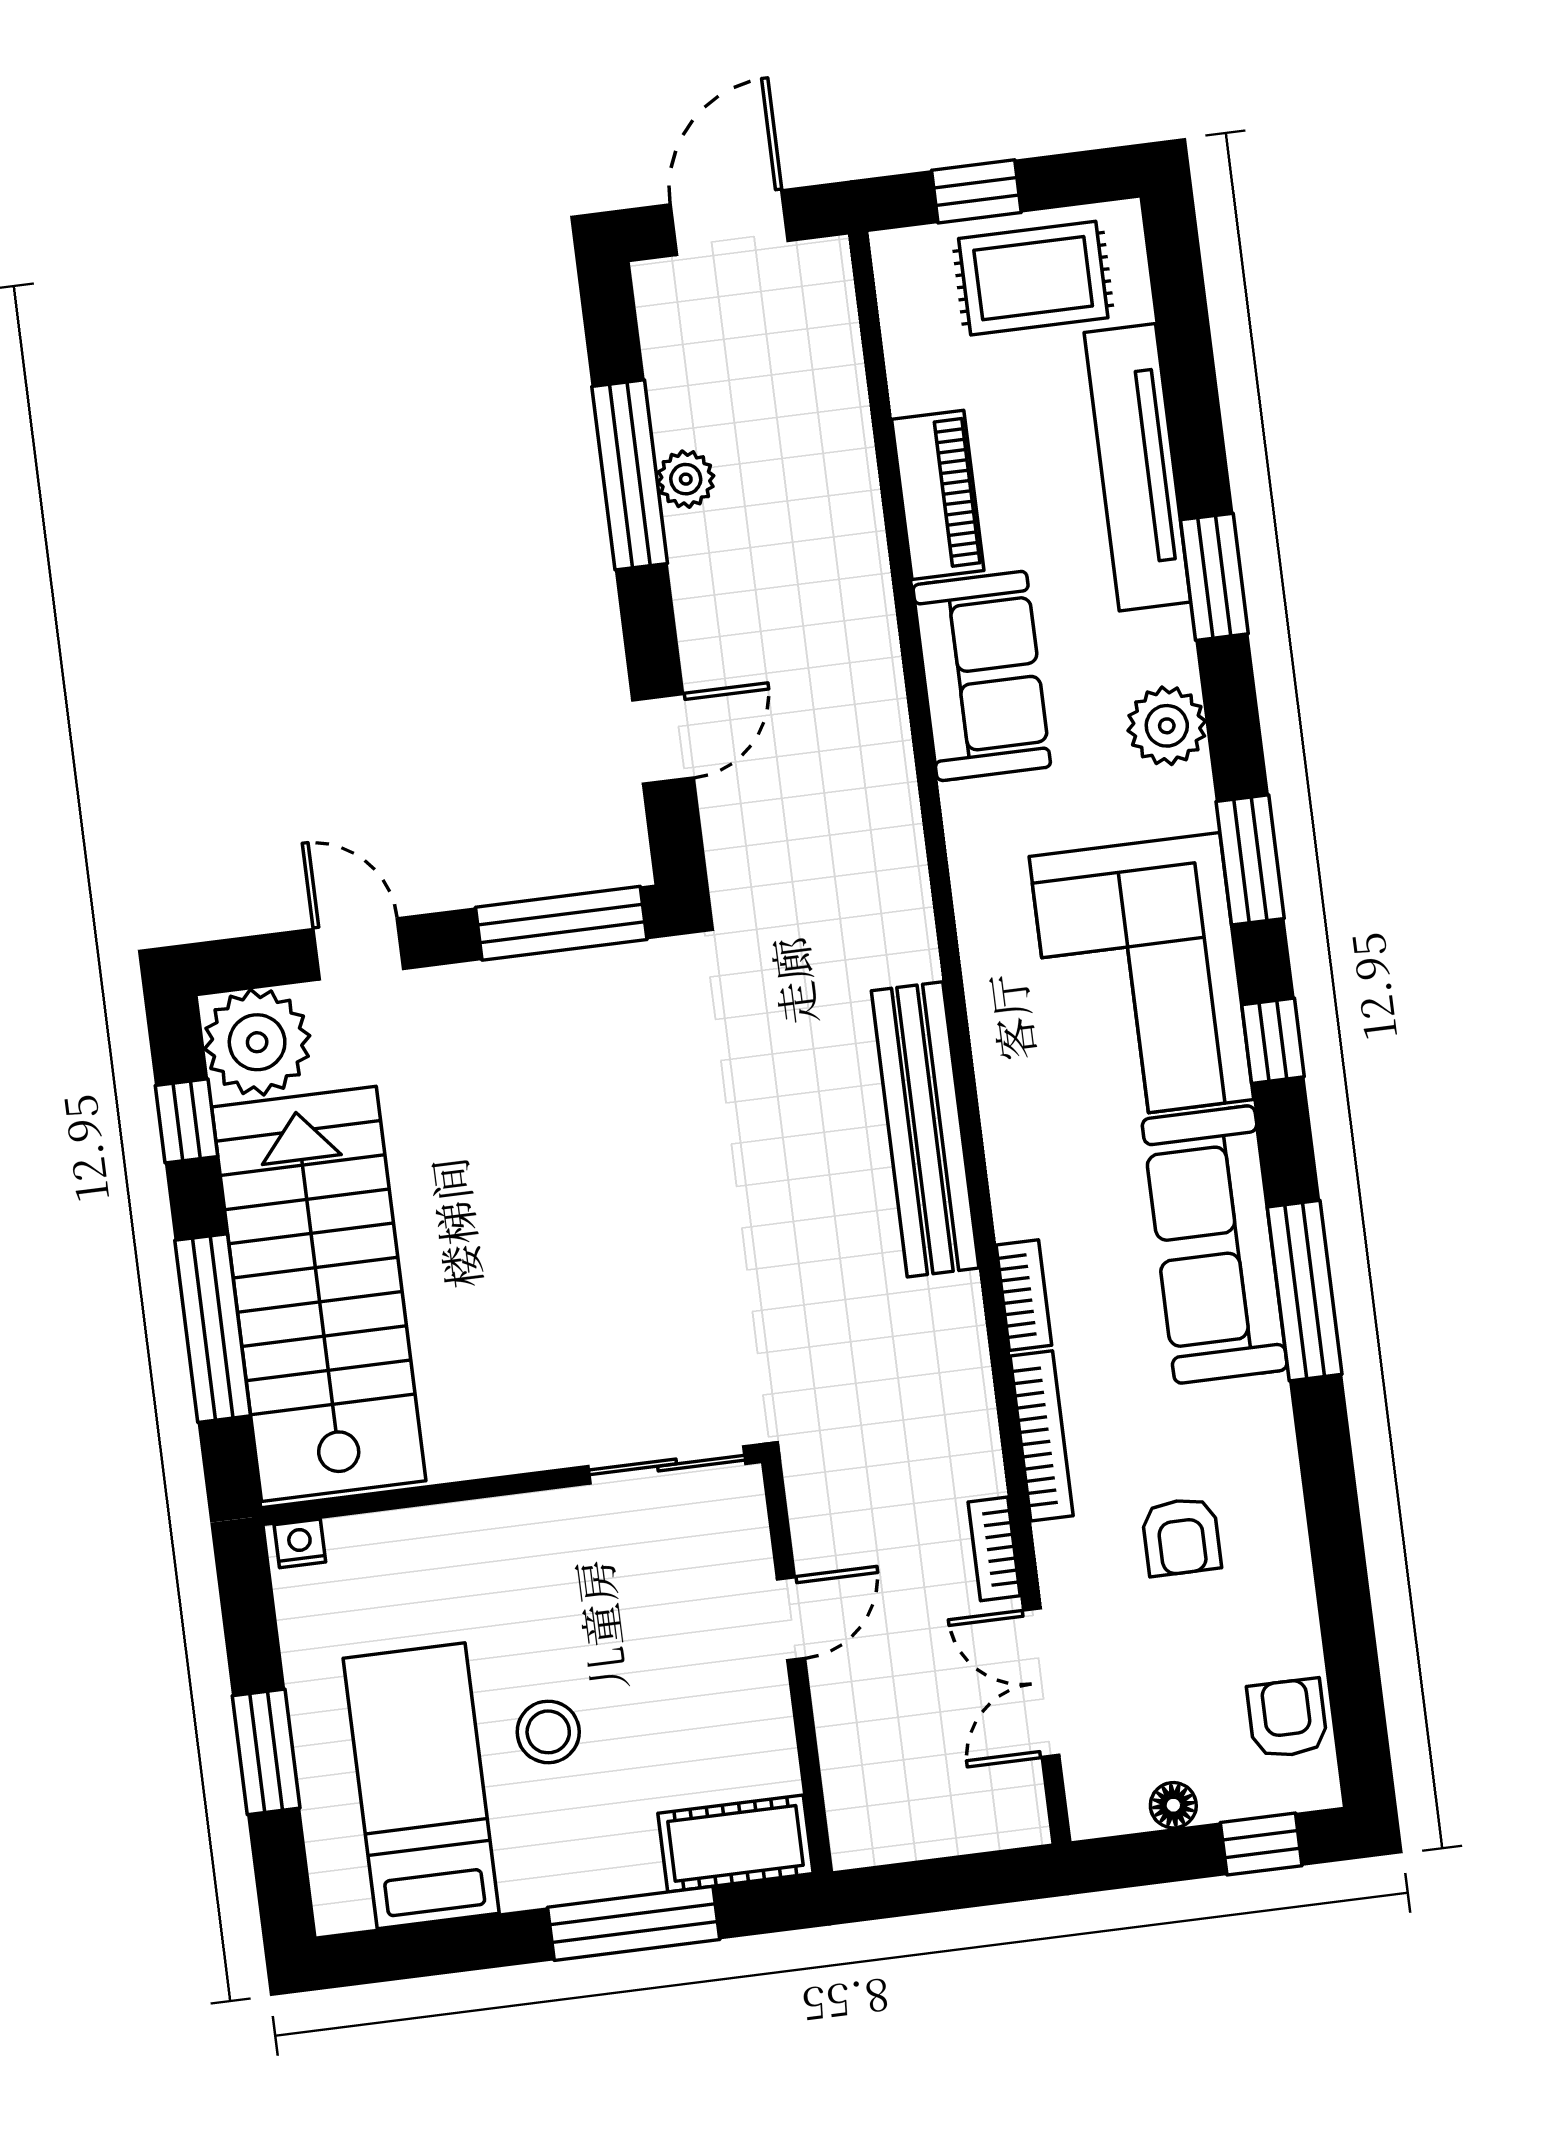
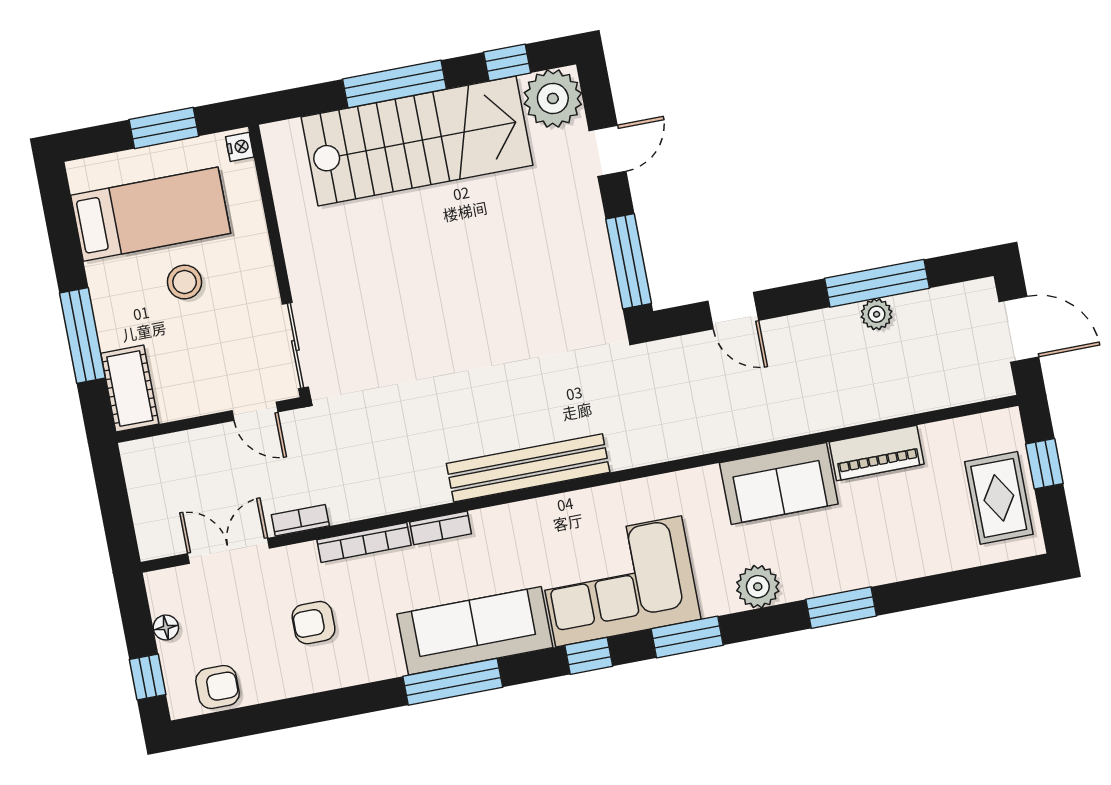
tv unit: (1137, 467) -> (899, 562), removed
sliding door: (667, 1465) -> (295, 346), moved
wall: (512, 1485) -> (279, 261), moved
nightstand: (300, 1543) -> (240, 147), moved

